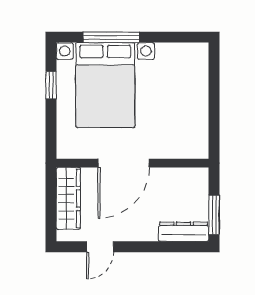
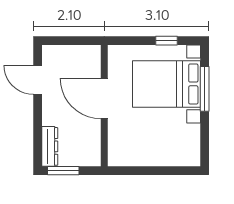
wardrobe: (68, 198) -> (76, 54), removed
door: (100, 247) -> (38, 80), width x1.38

